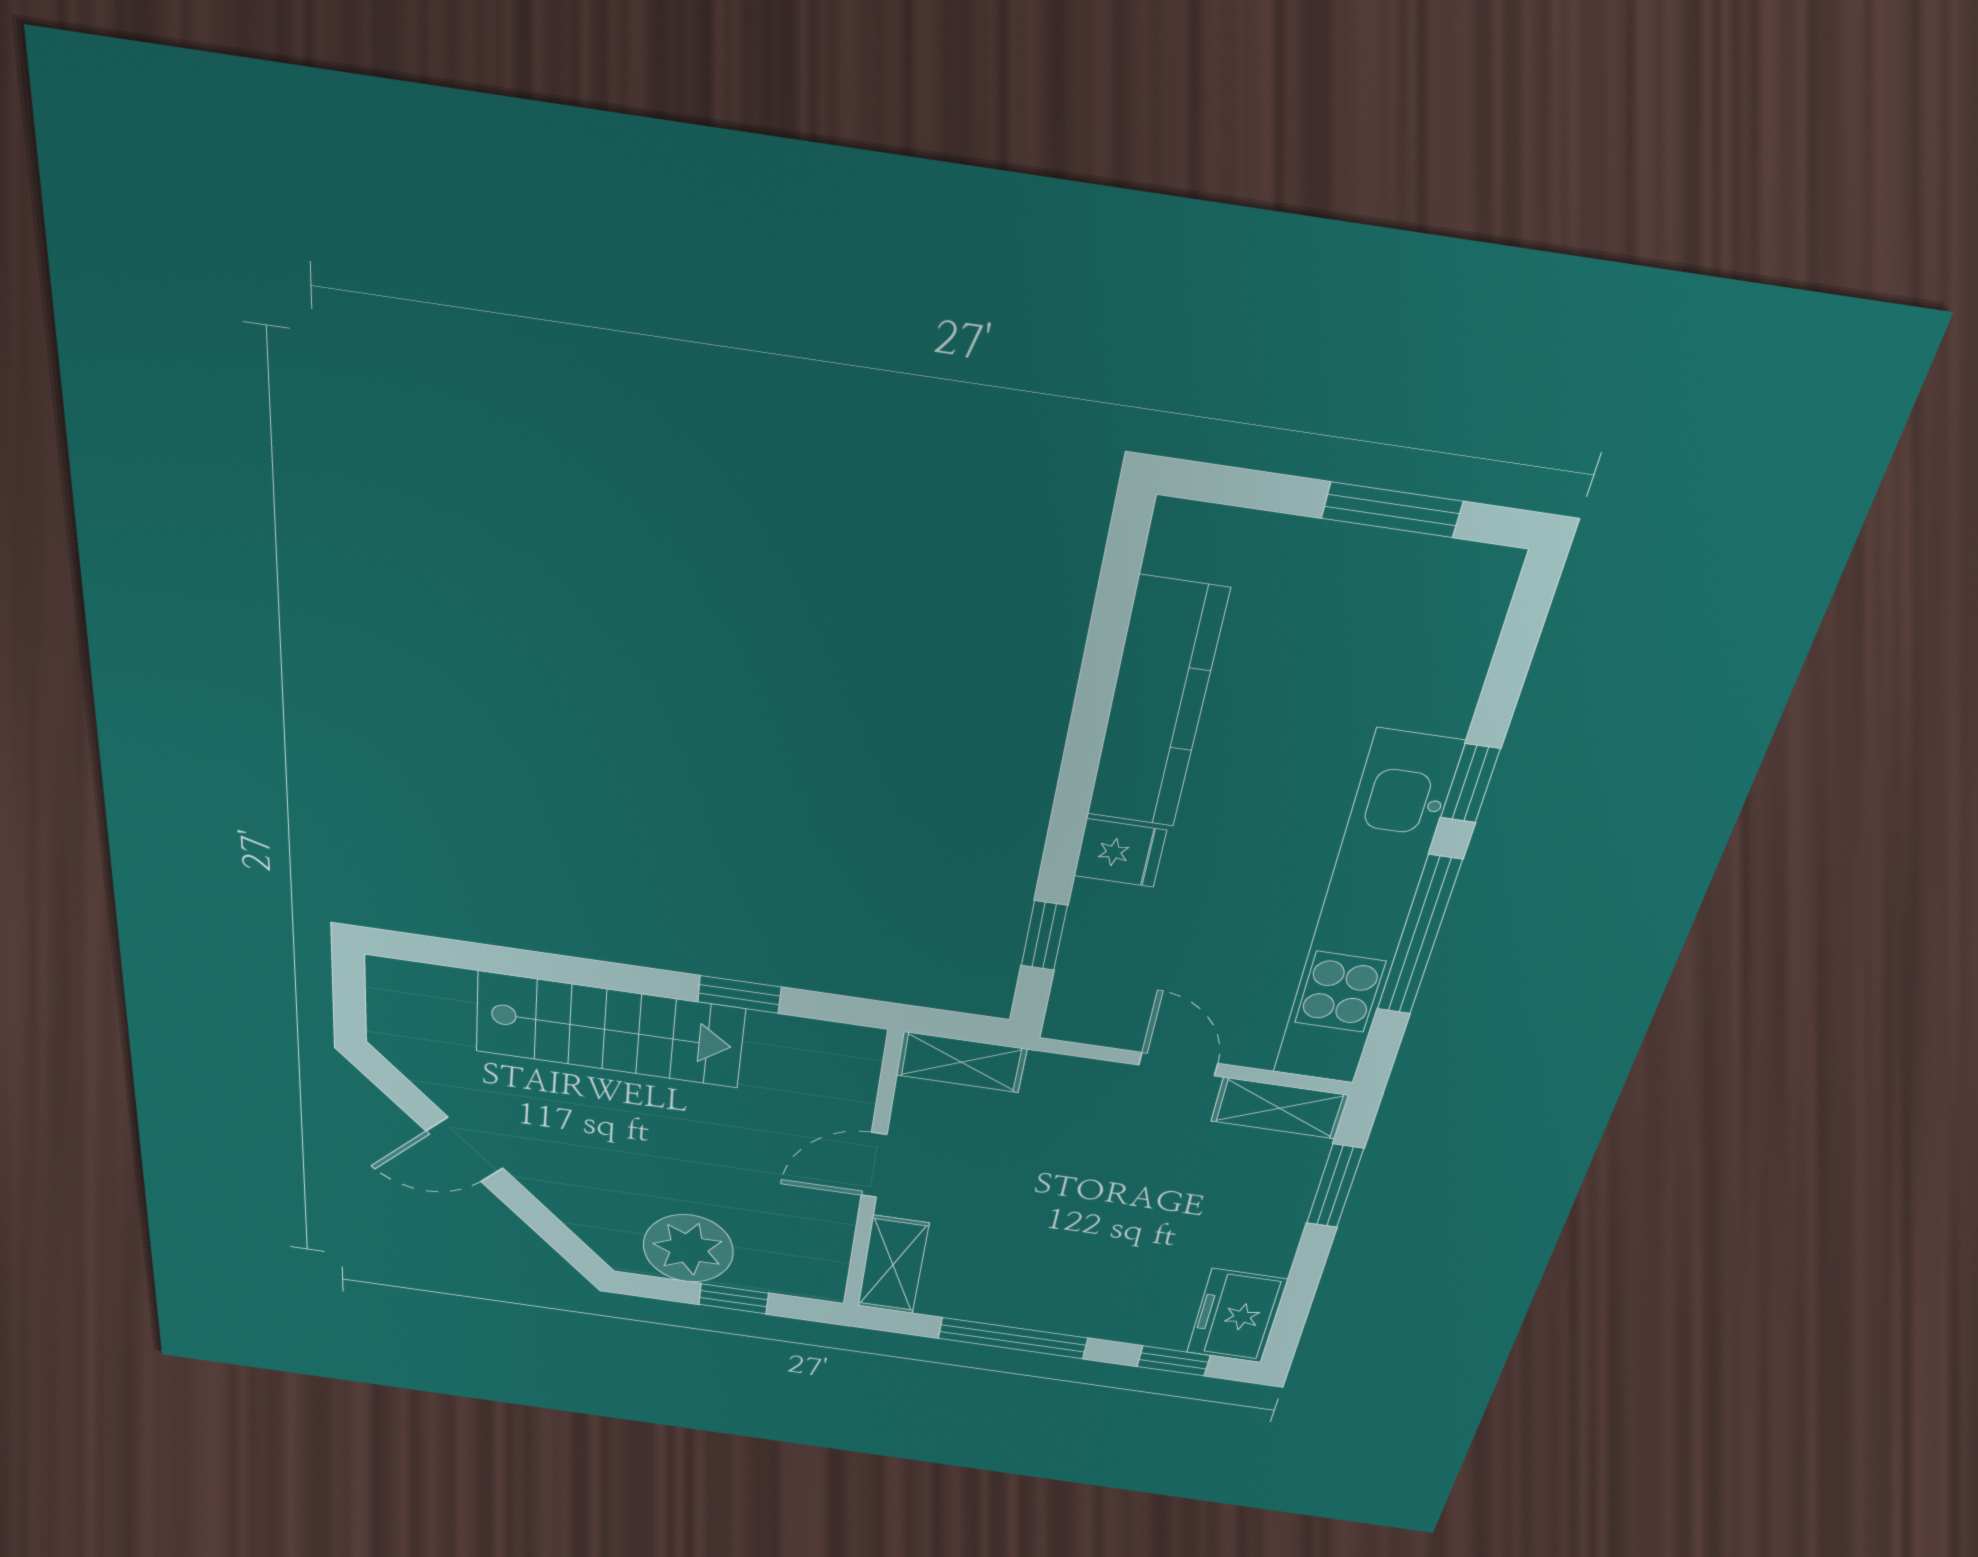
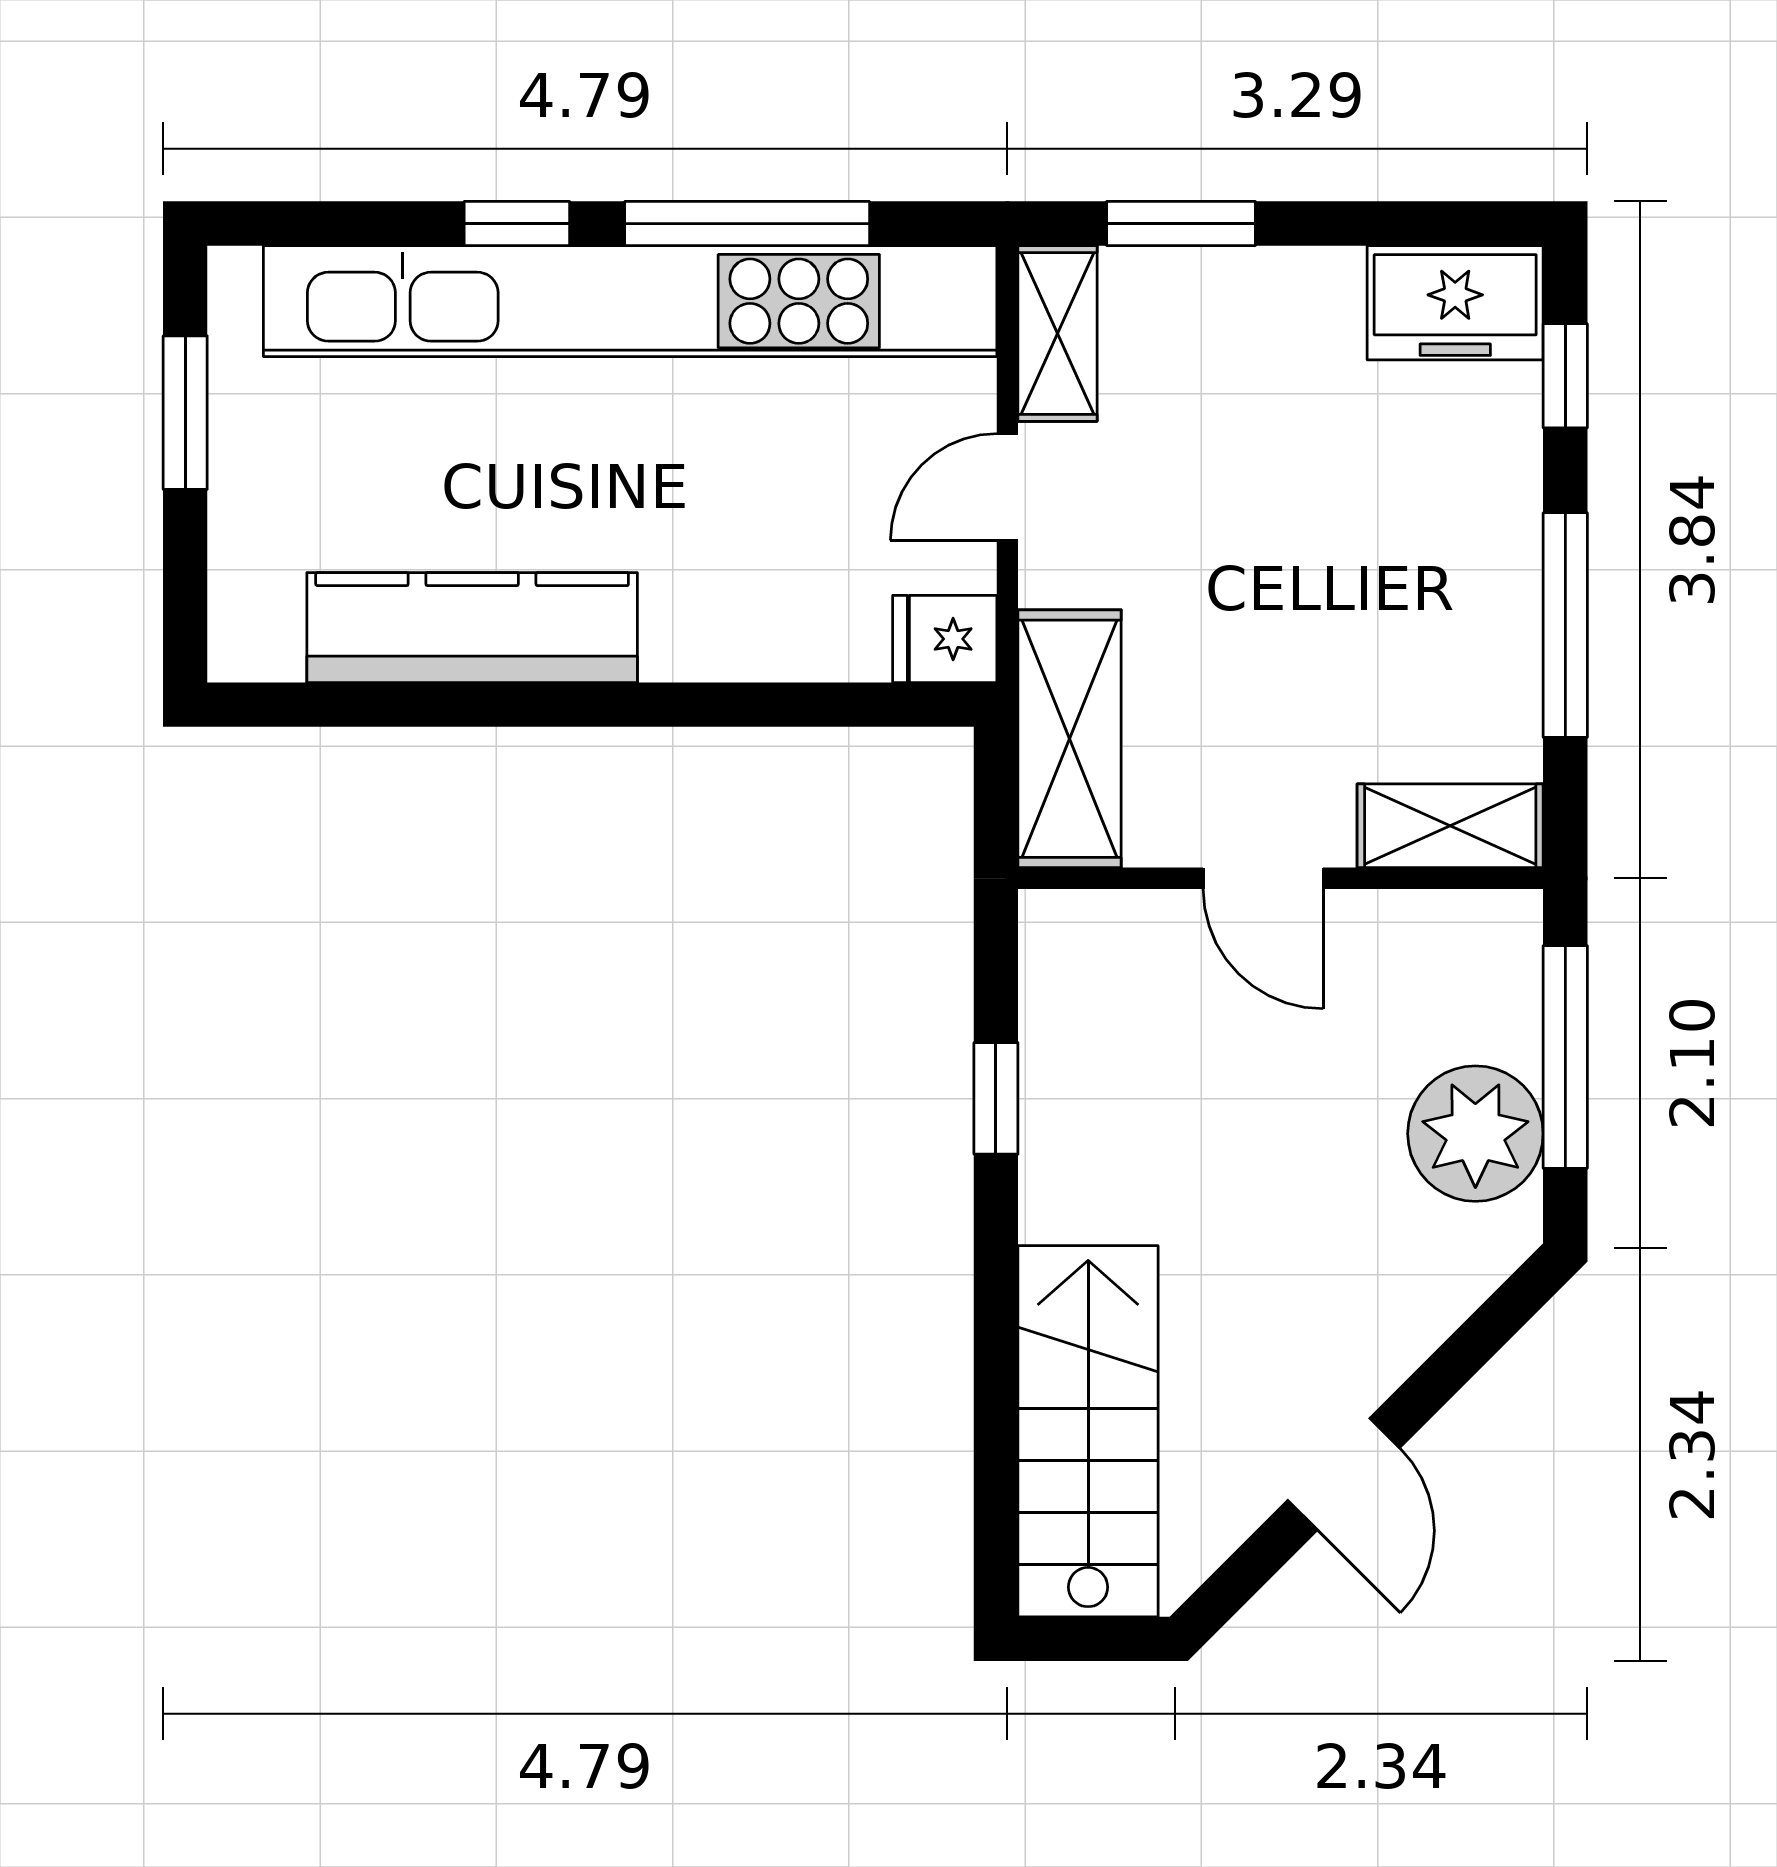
fridge: (1120, 853) -> (945, 639), moved, turned -90
kitchen unit: (1364, 915) -> (630, 301), width x1.36
window: (1044, 936) -> (830, 705), removed
stairs: (610, 1030) -> (1088, 1431), moved
shelving: (961, 1062) -> (1070, 739), width x1.50, depth x1.33
window: (734, 1299) -> (1565, 1057), width x2.17

